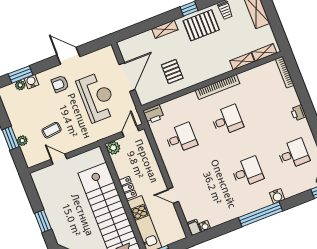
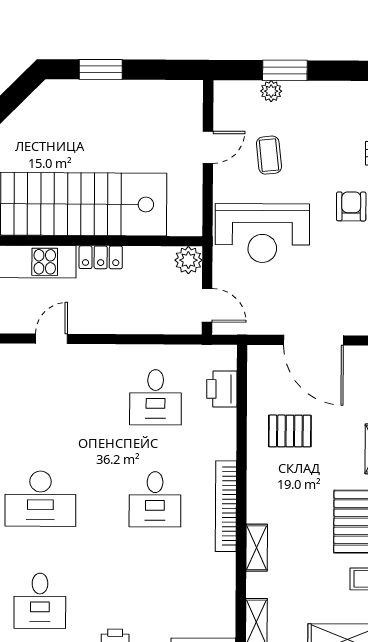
shelving: (242, 61) -> (257, 548), moved
reception desk: (97, 97) -> (262, 233), moved
printer: (154, 114) -> (222, 389), moved
desk: (247, 172) -> (40, 499), width x1.37

